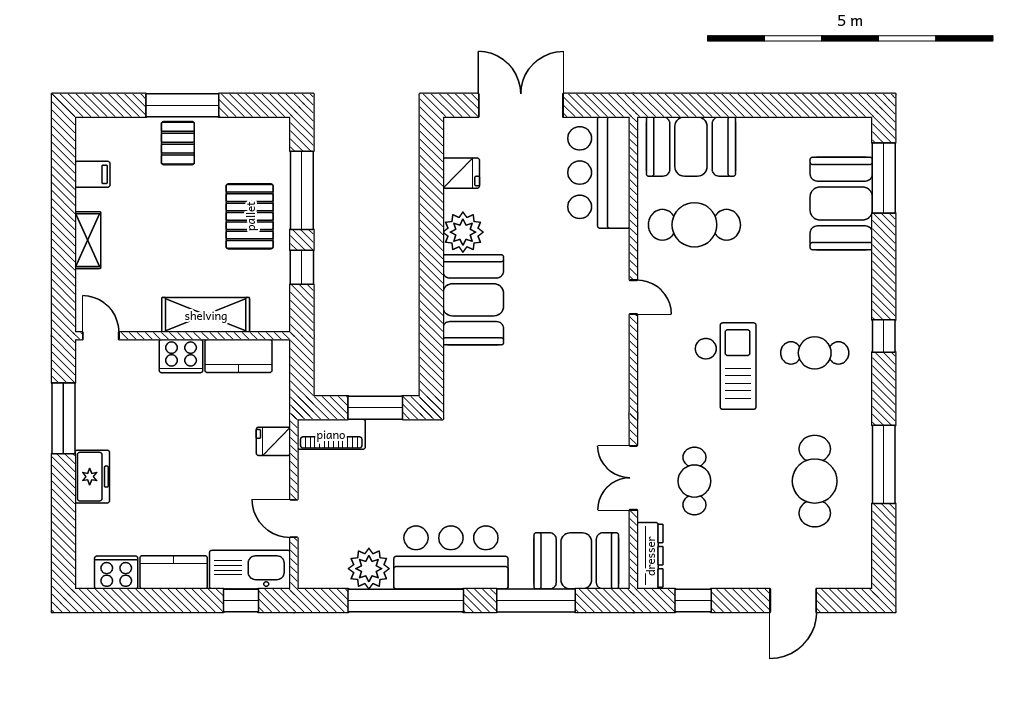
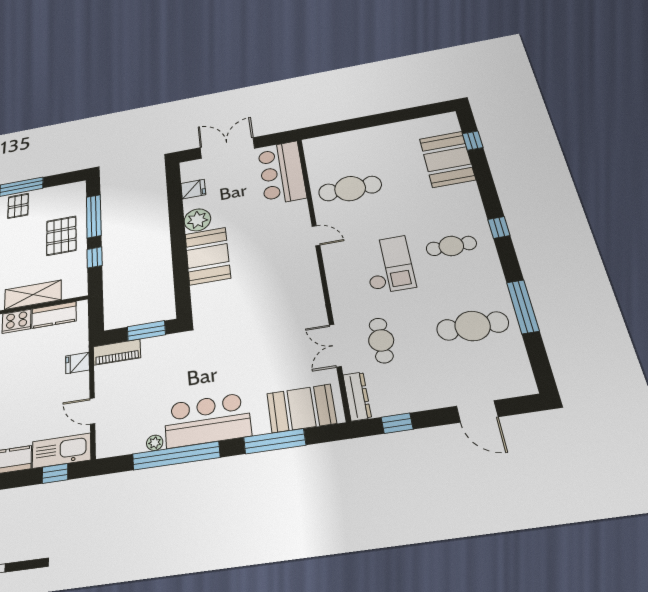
booth: (691, 147) -> (339, 148), removed
window: (884, 178) -> (473, 141), width x0.46
cafe table: (815, 481) -> (473, 326), turned 90
plant: (369, 569) -> (155, 443), width x0.53, depth x0.53
door: (793, 601) -> (477, 411), hinge flipped

